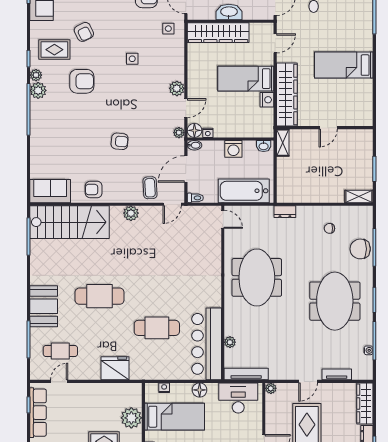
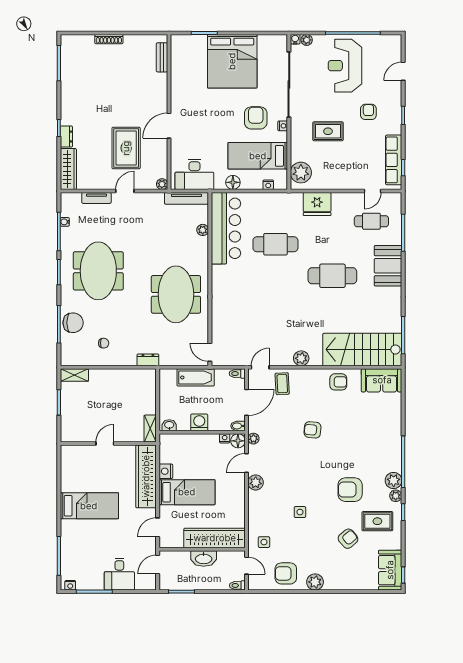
armchair: (84, 32) -> (348, 539), turned 76
bathtub: (244, 191) -> (196, 377), width x0.73, depth x0.73
plant: (131, 418) -> (301, 173), moved

